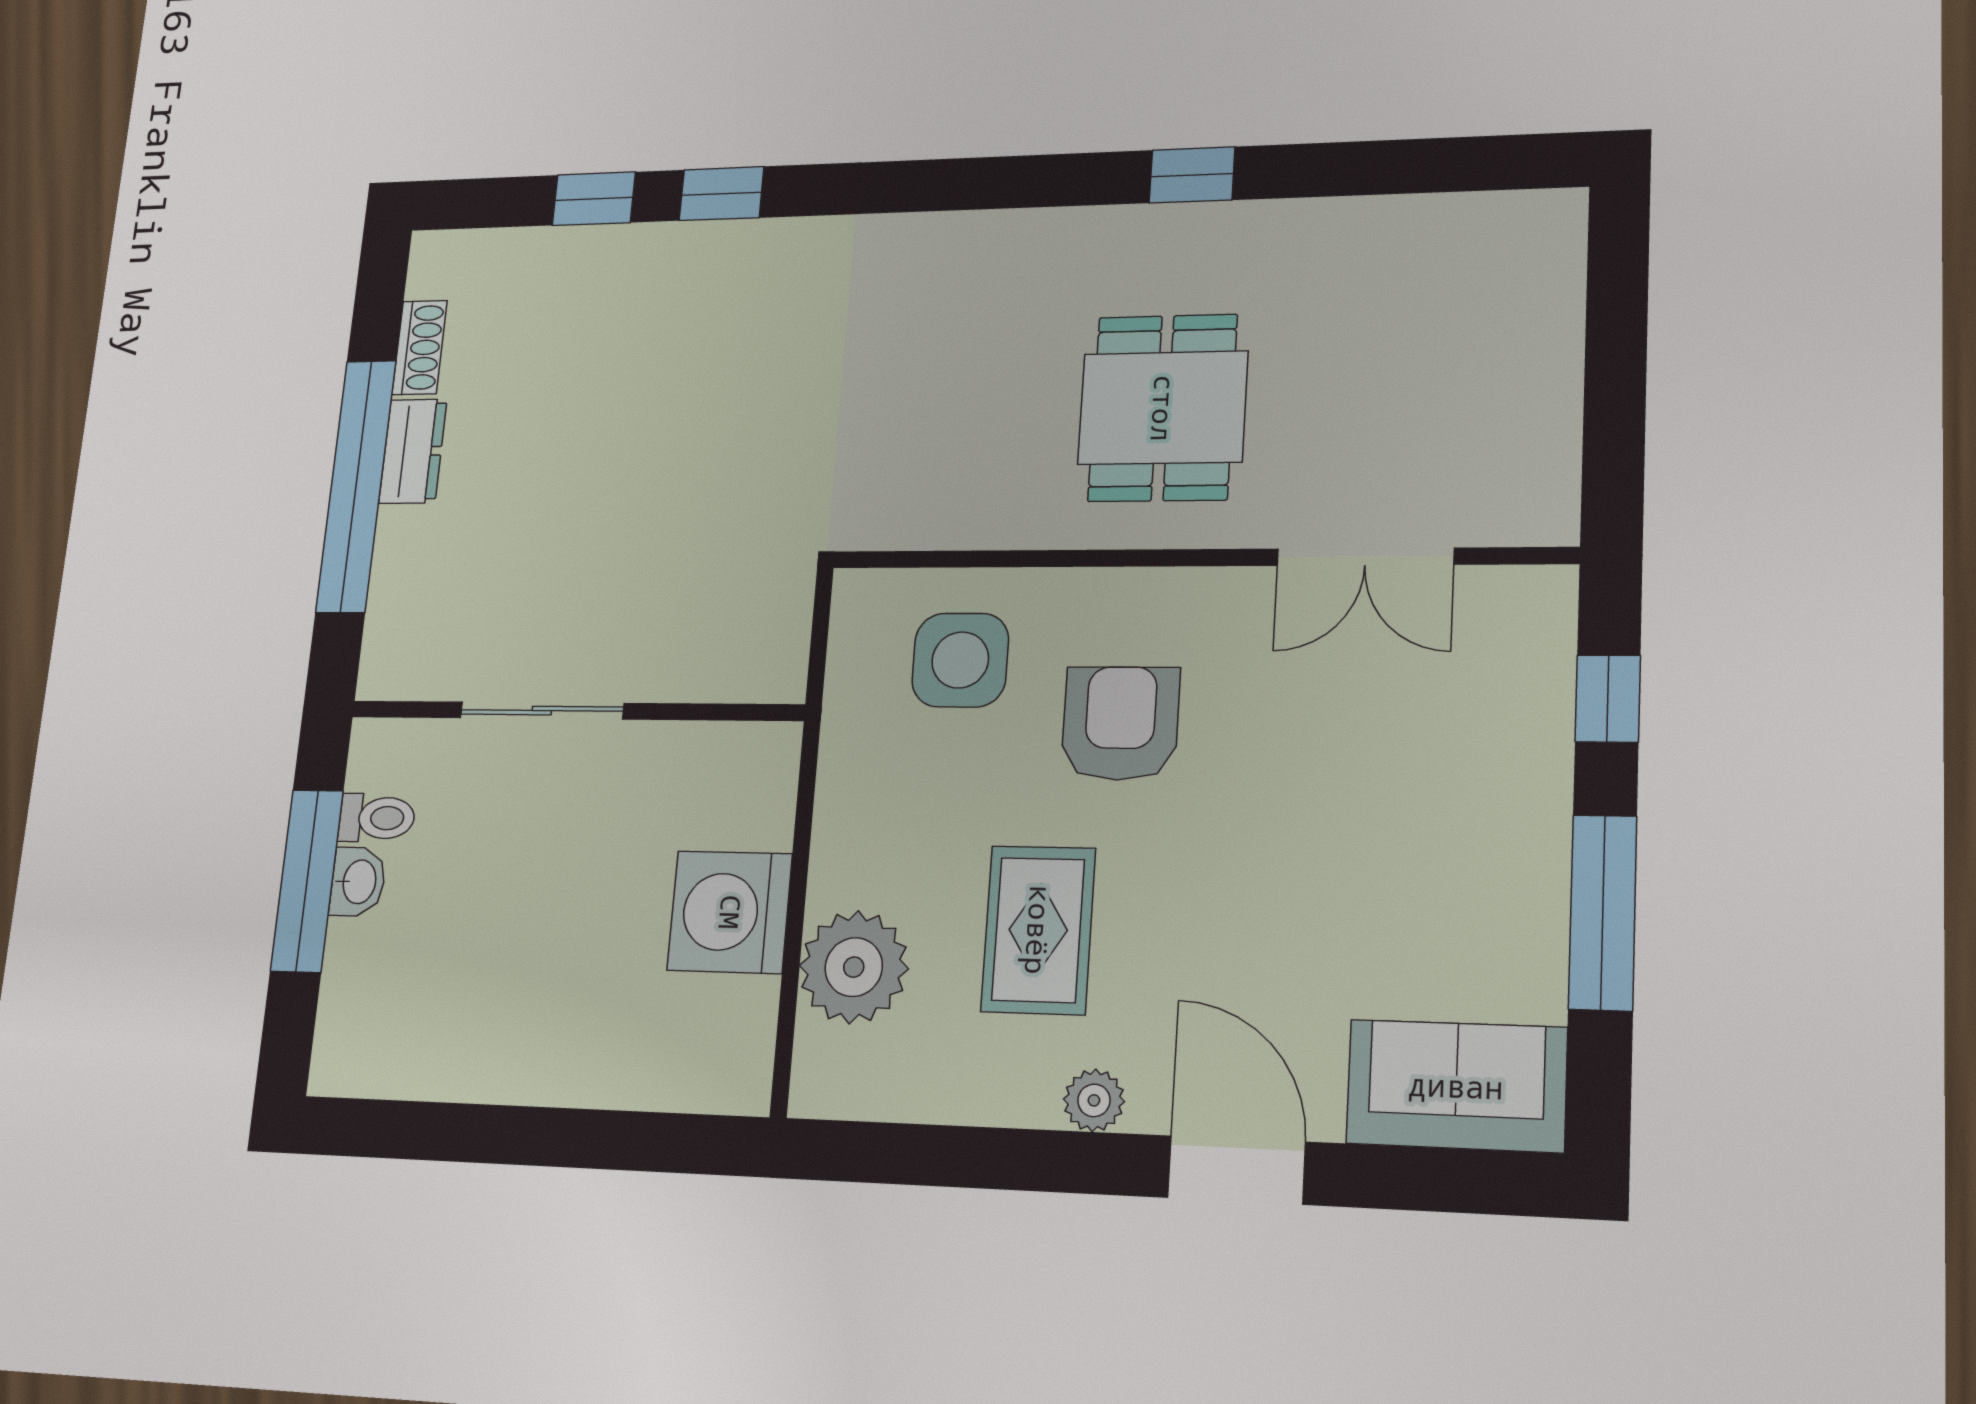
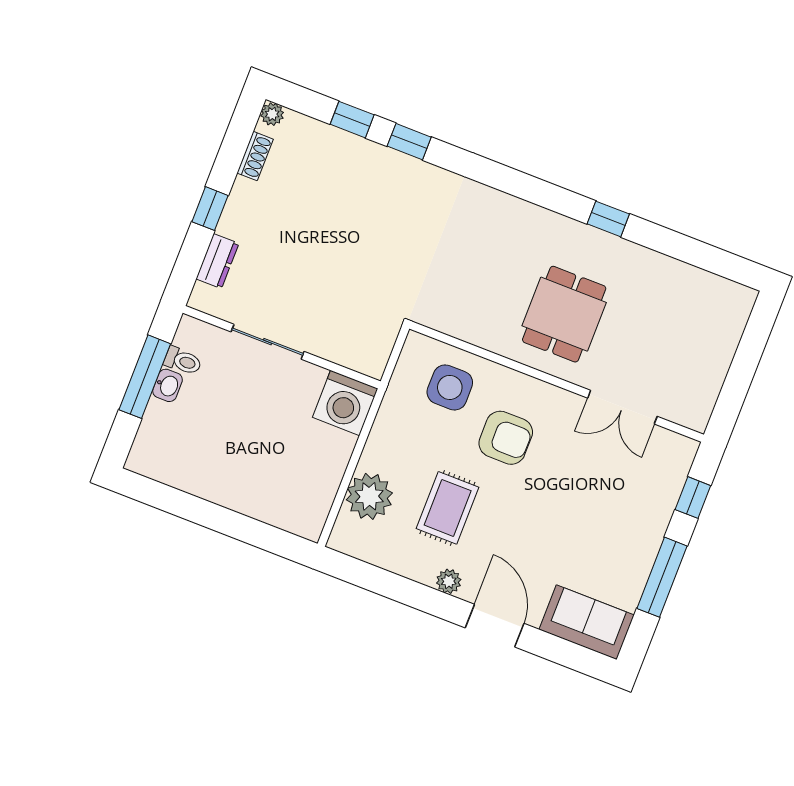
plant: (432, 254) -> (272, 114), added
dresser: (413, 451) -> (217, 261), moved
window: (356, 486) -> (210, 209), width x0.32
armchair: (1120, 723) -> (506, 438), turned 90
washing machine: (730, 912) -> (345, 403), moved, turned -90

